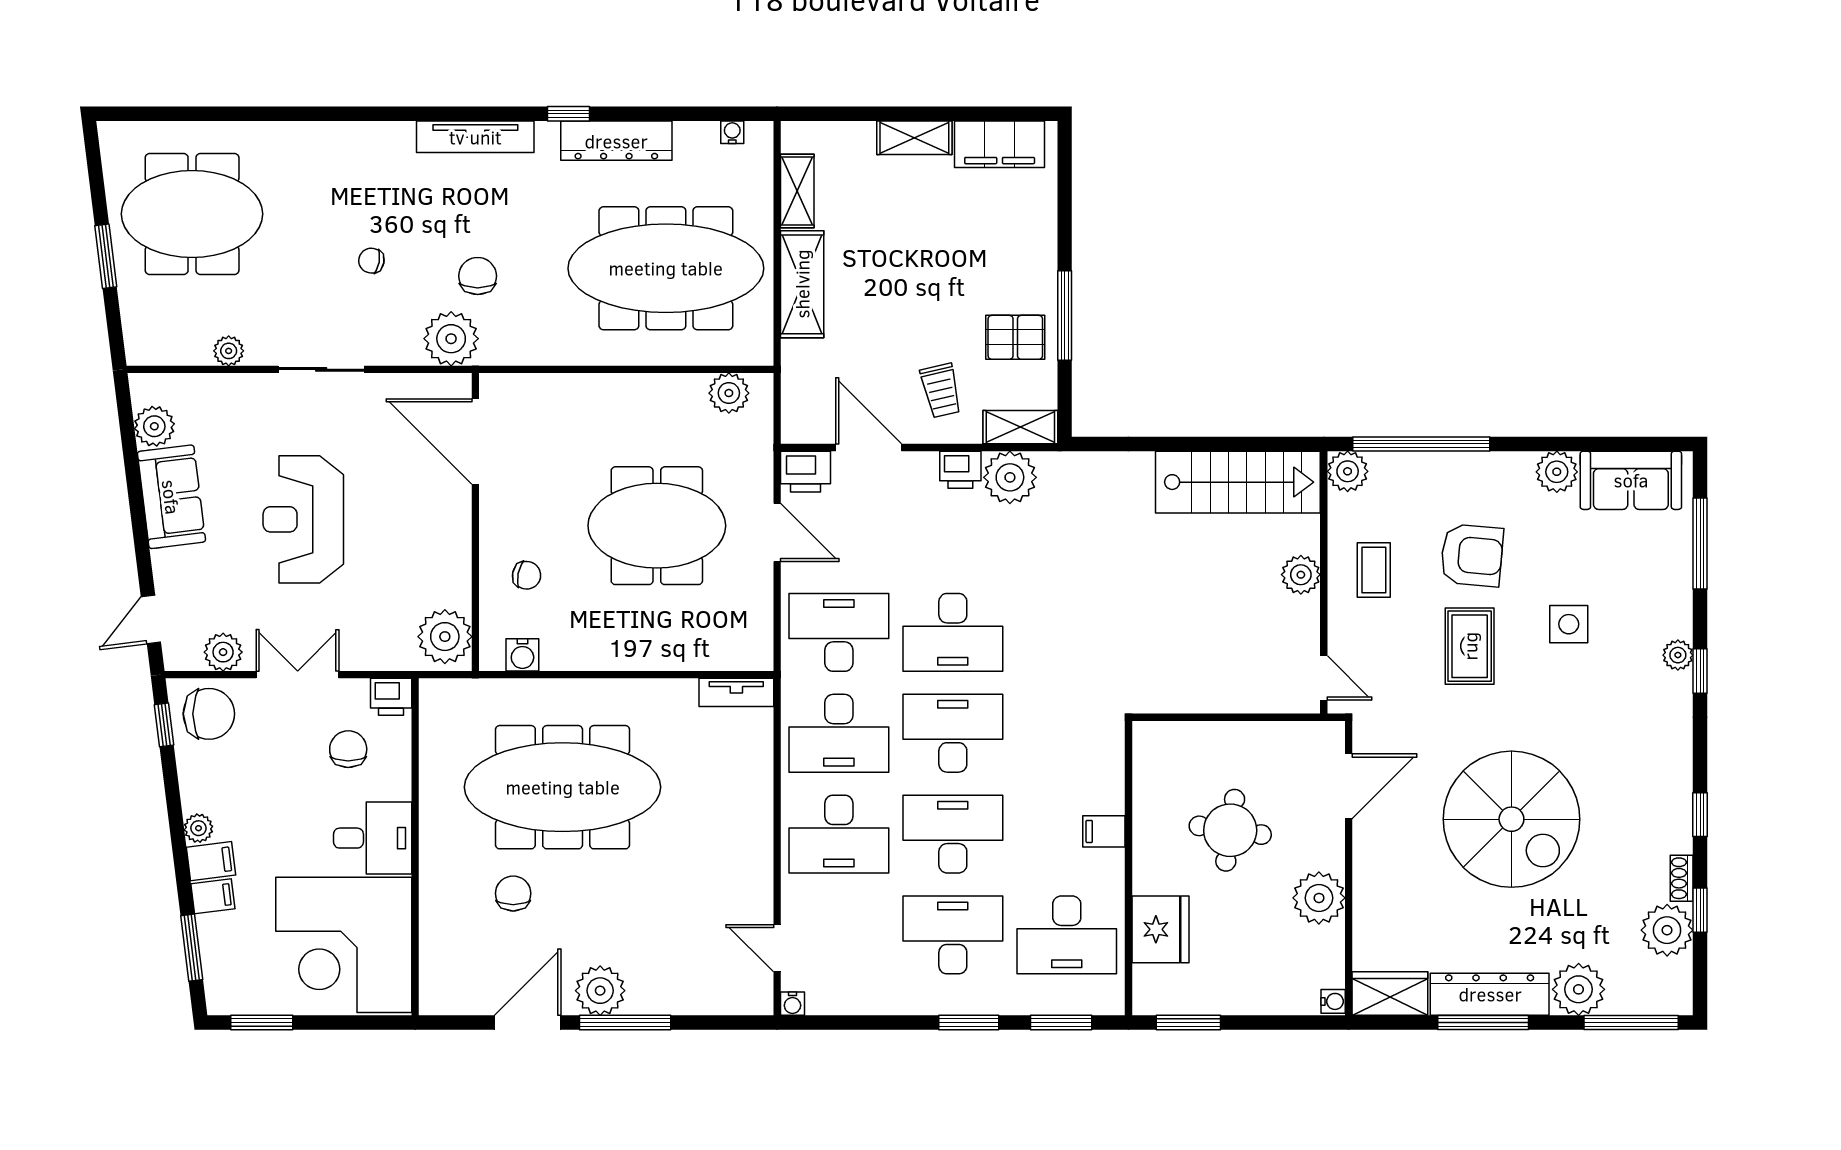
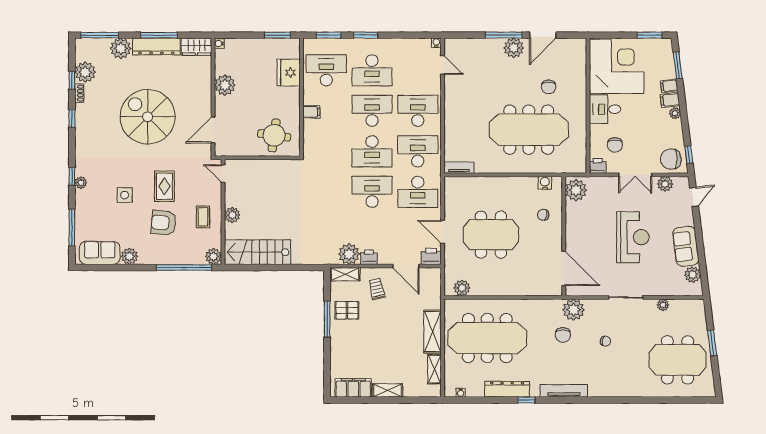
round table: (1230, 830) -> (274, 135), moved
desk: (953, 834) -> (372, 111), turned 180

